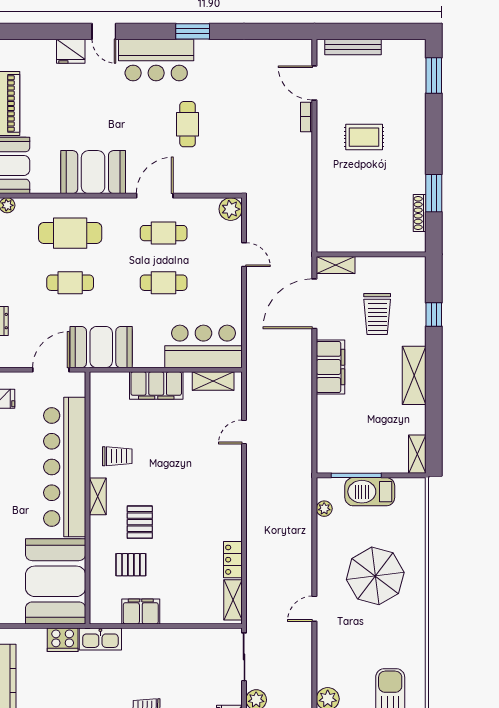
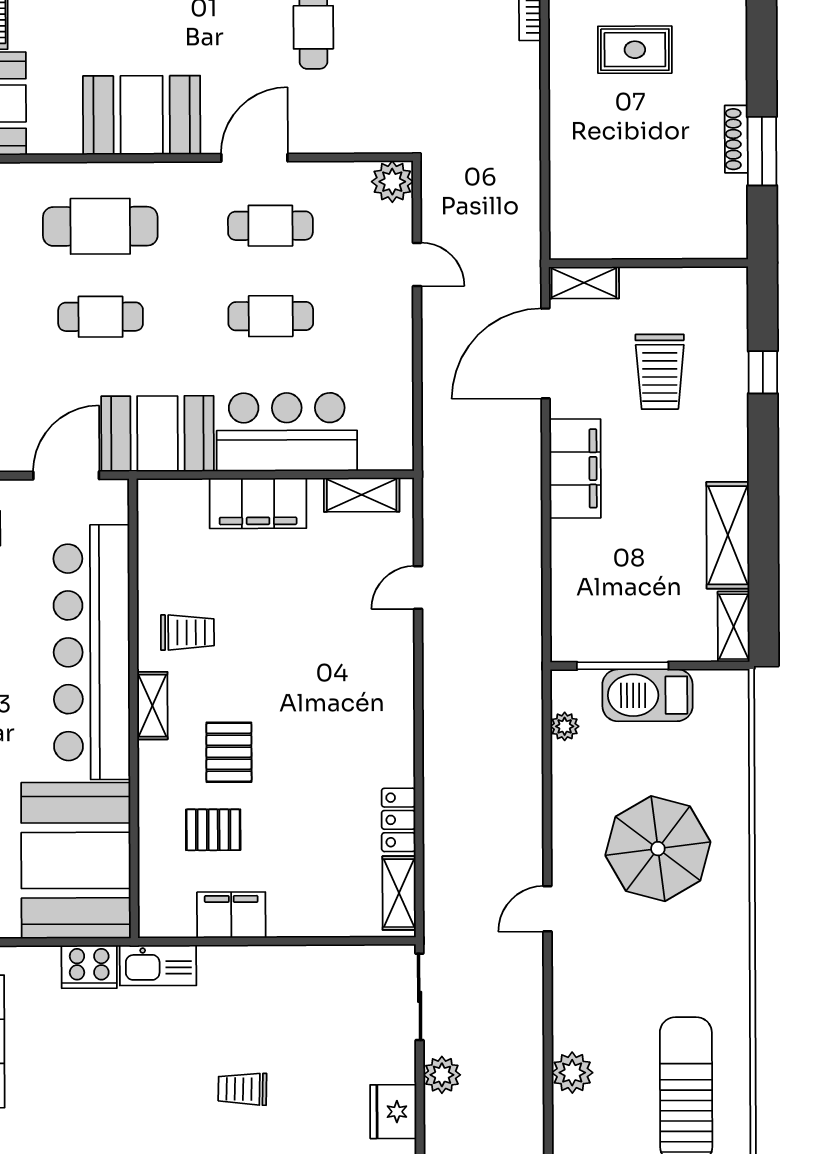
shoe rack: (420, 213) -> (736, 139), moved
bar counter: (203, 346) -> (287, 432), moved
shelving: (414, 375) -> (728, 535), moved

